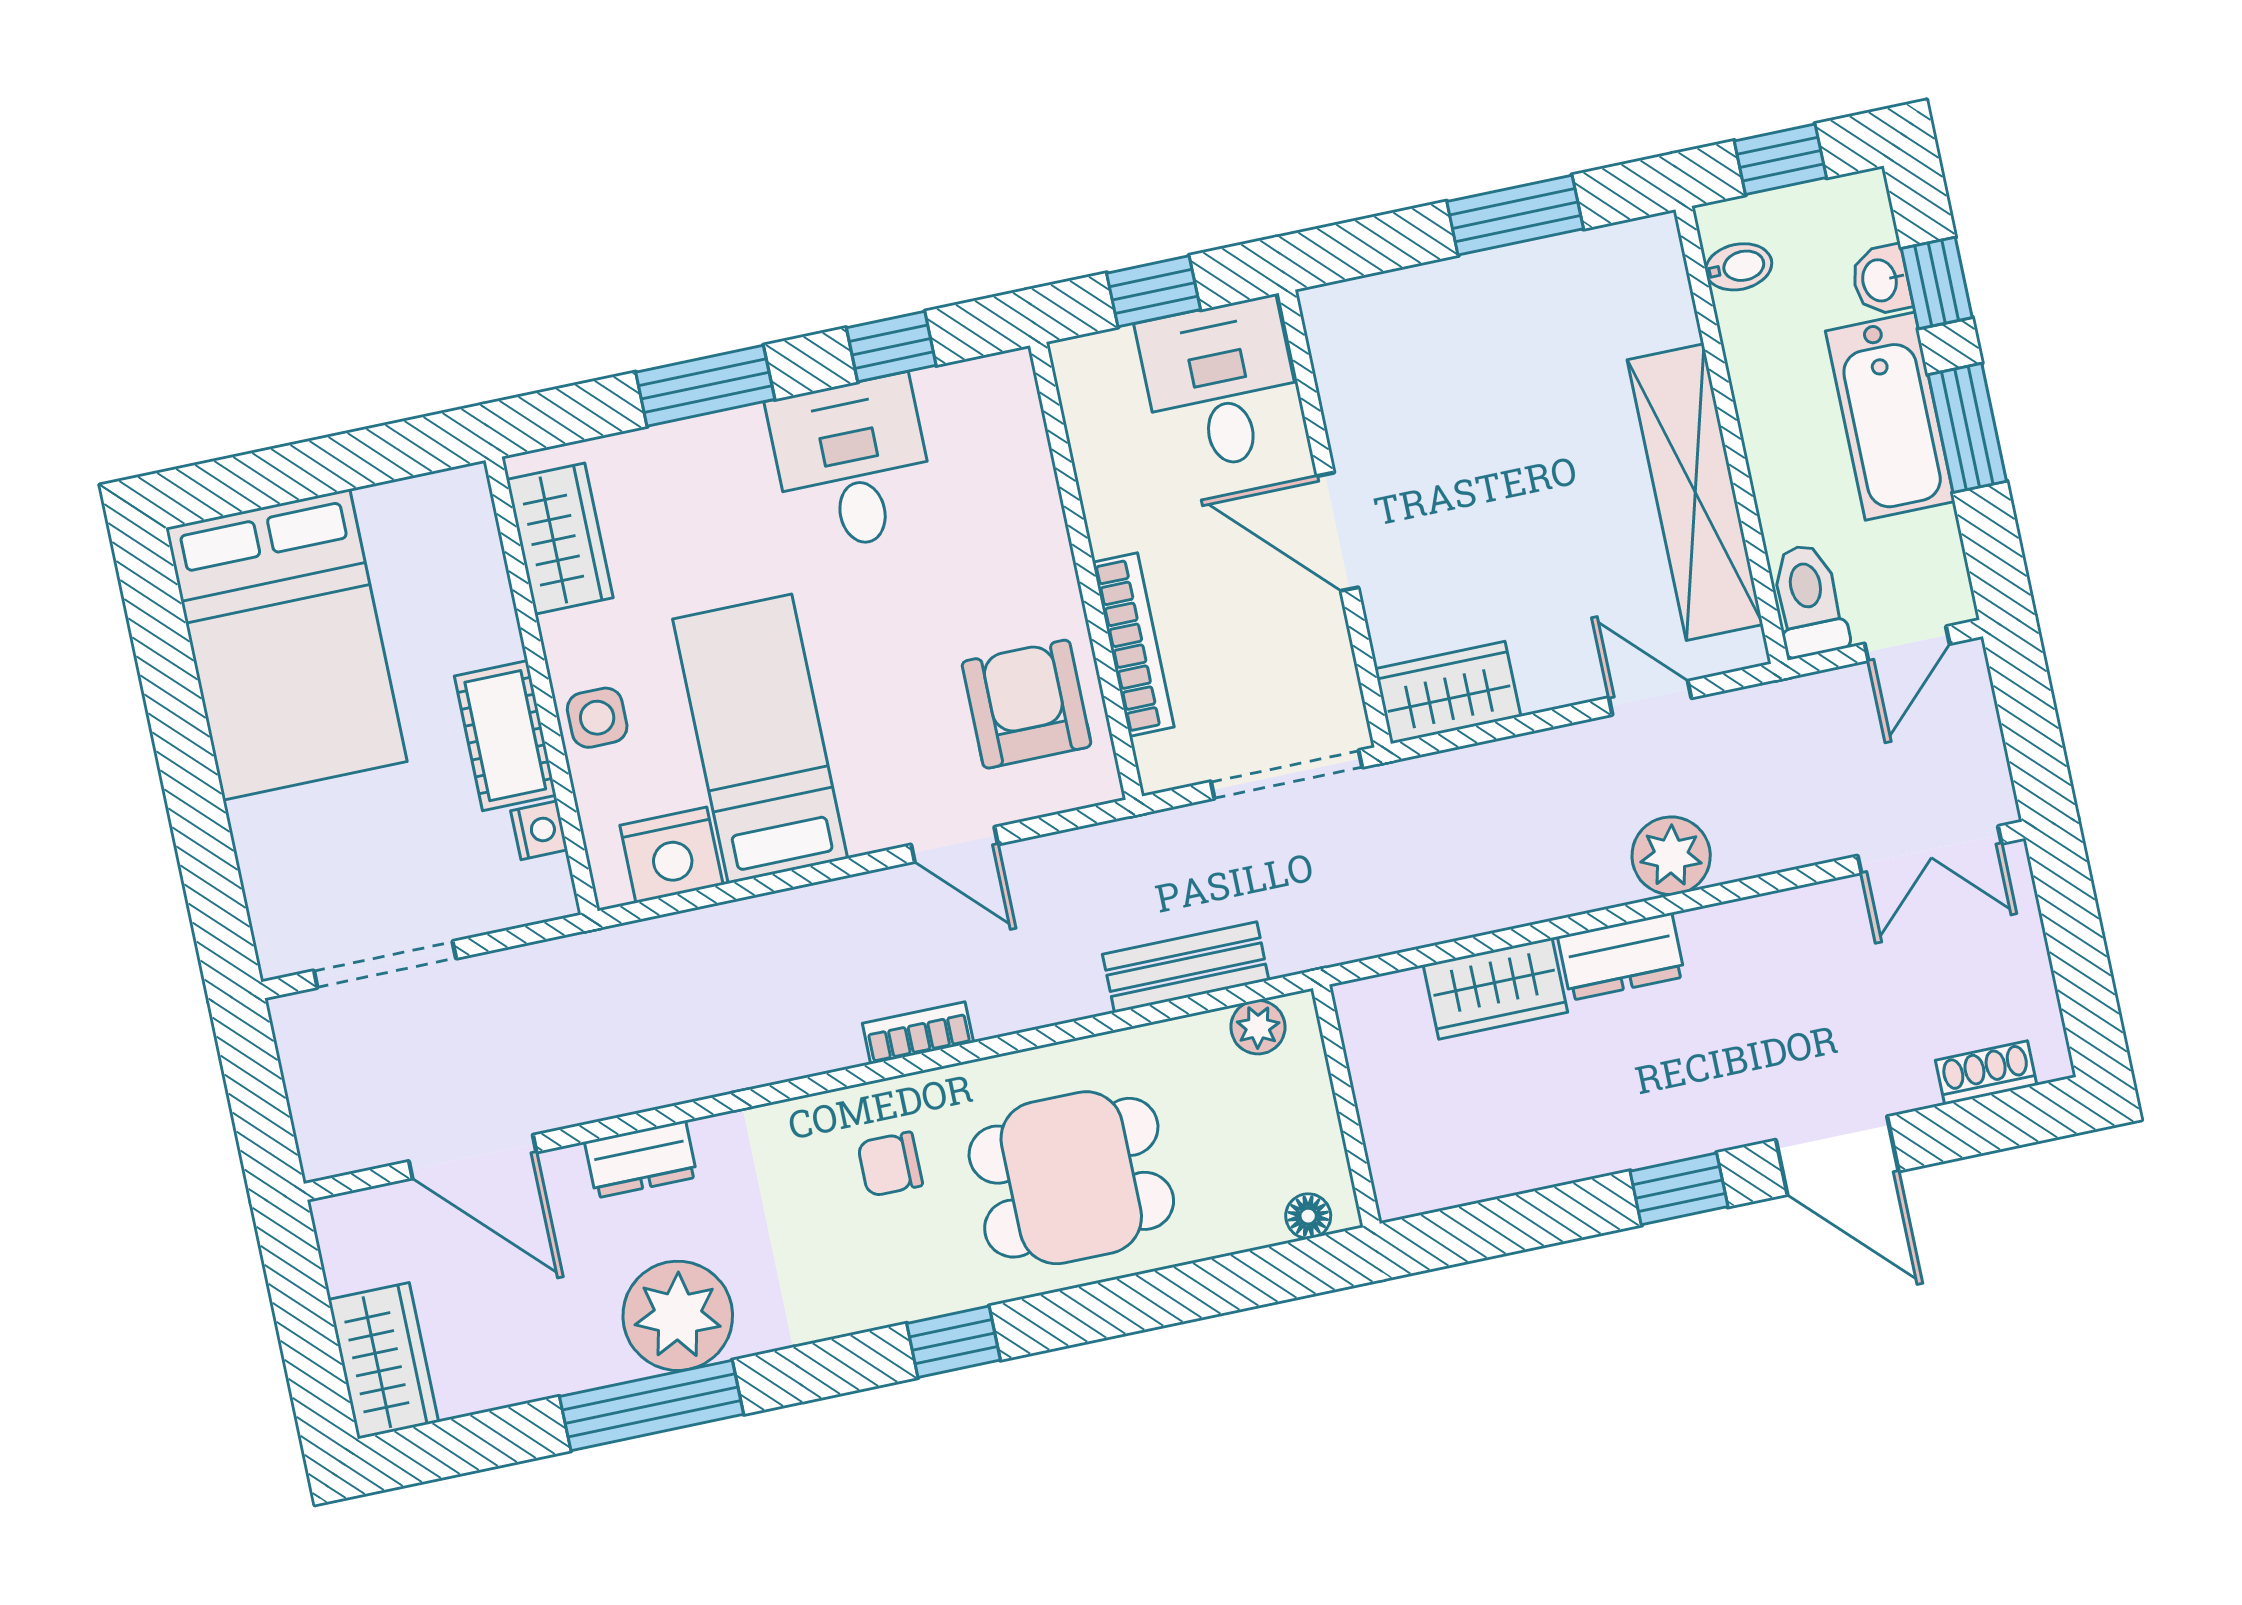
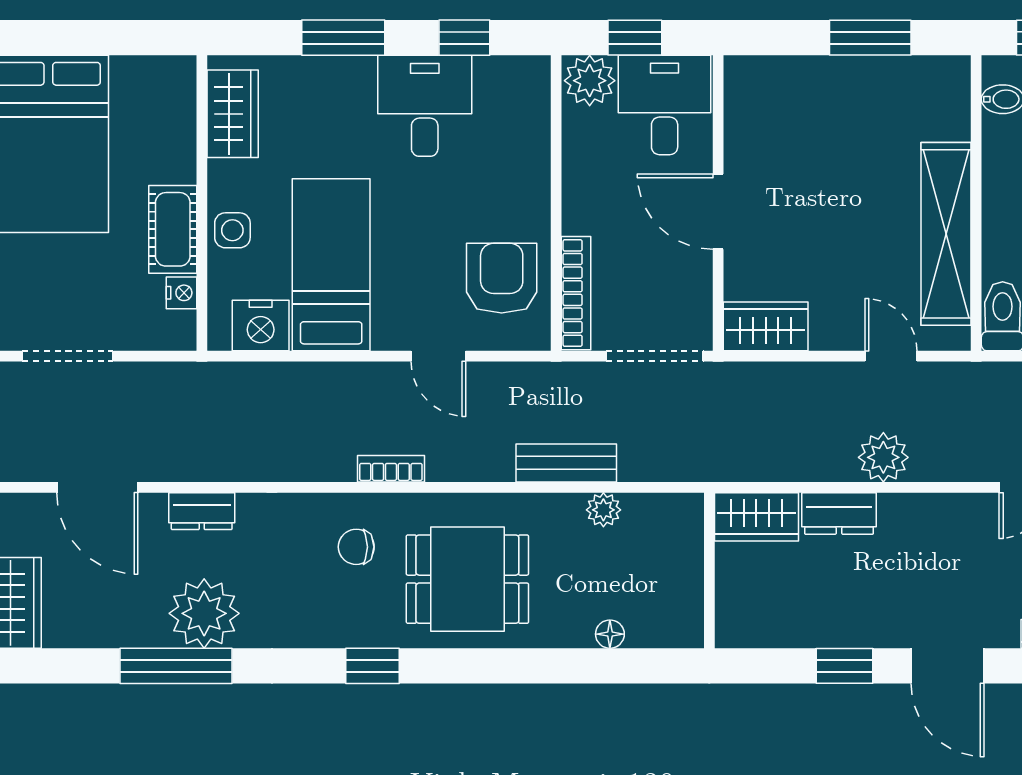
plant: (1098, 372) -> (590, 81), added
bookcase: (1133, 645) -> (576, 293), moved
wall: (1346, 1106) -> (709, 570), moved

